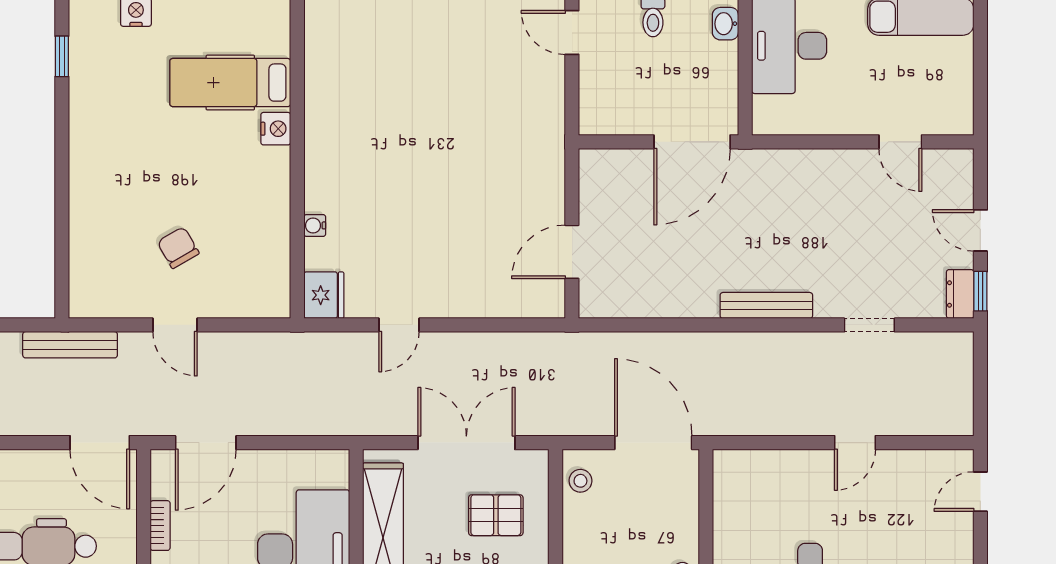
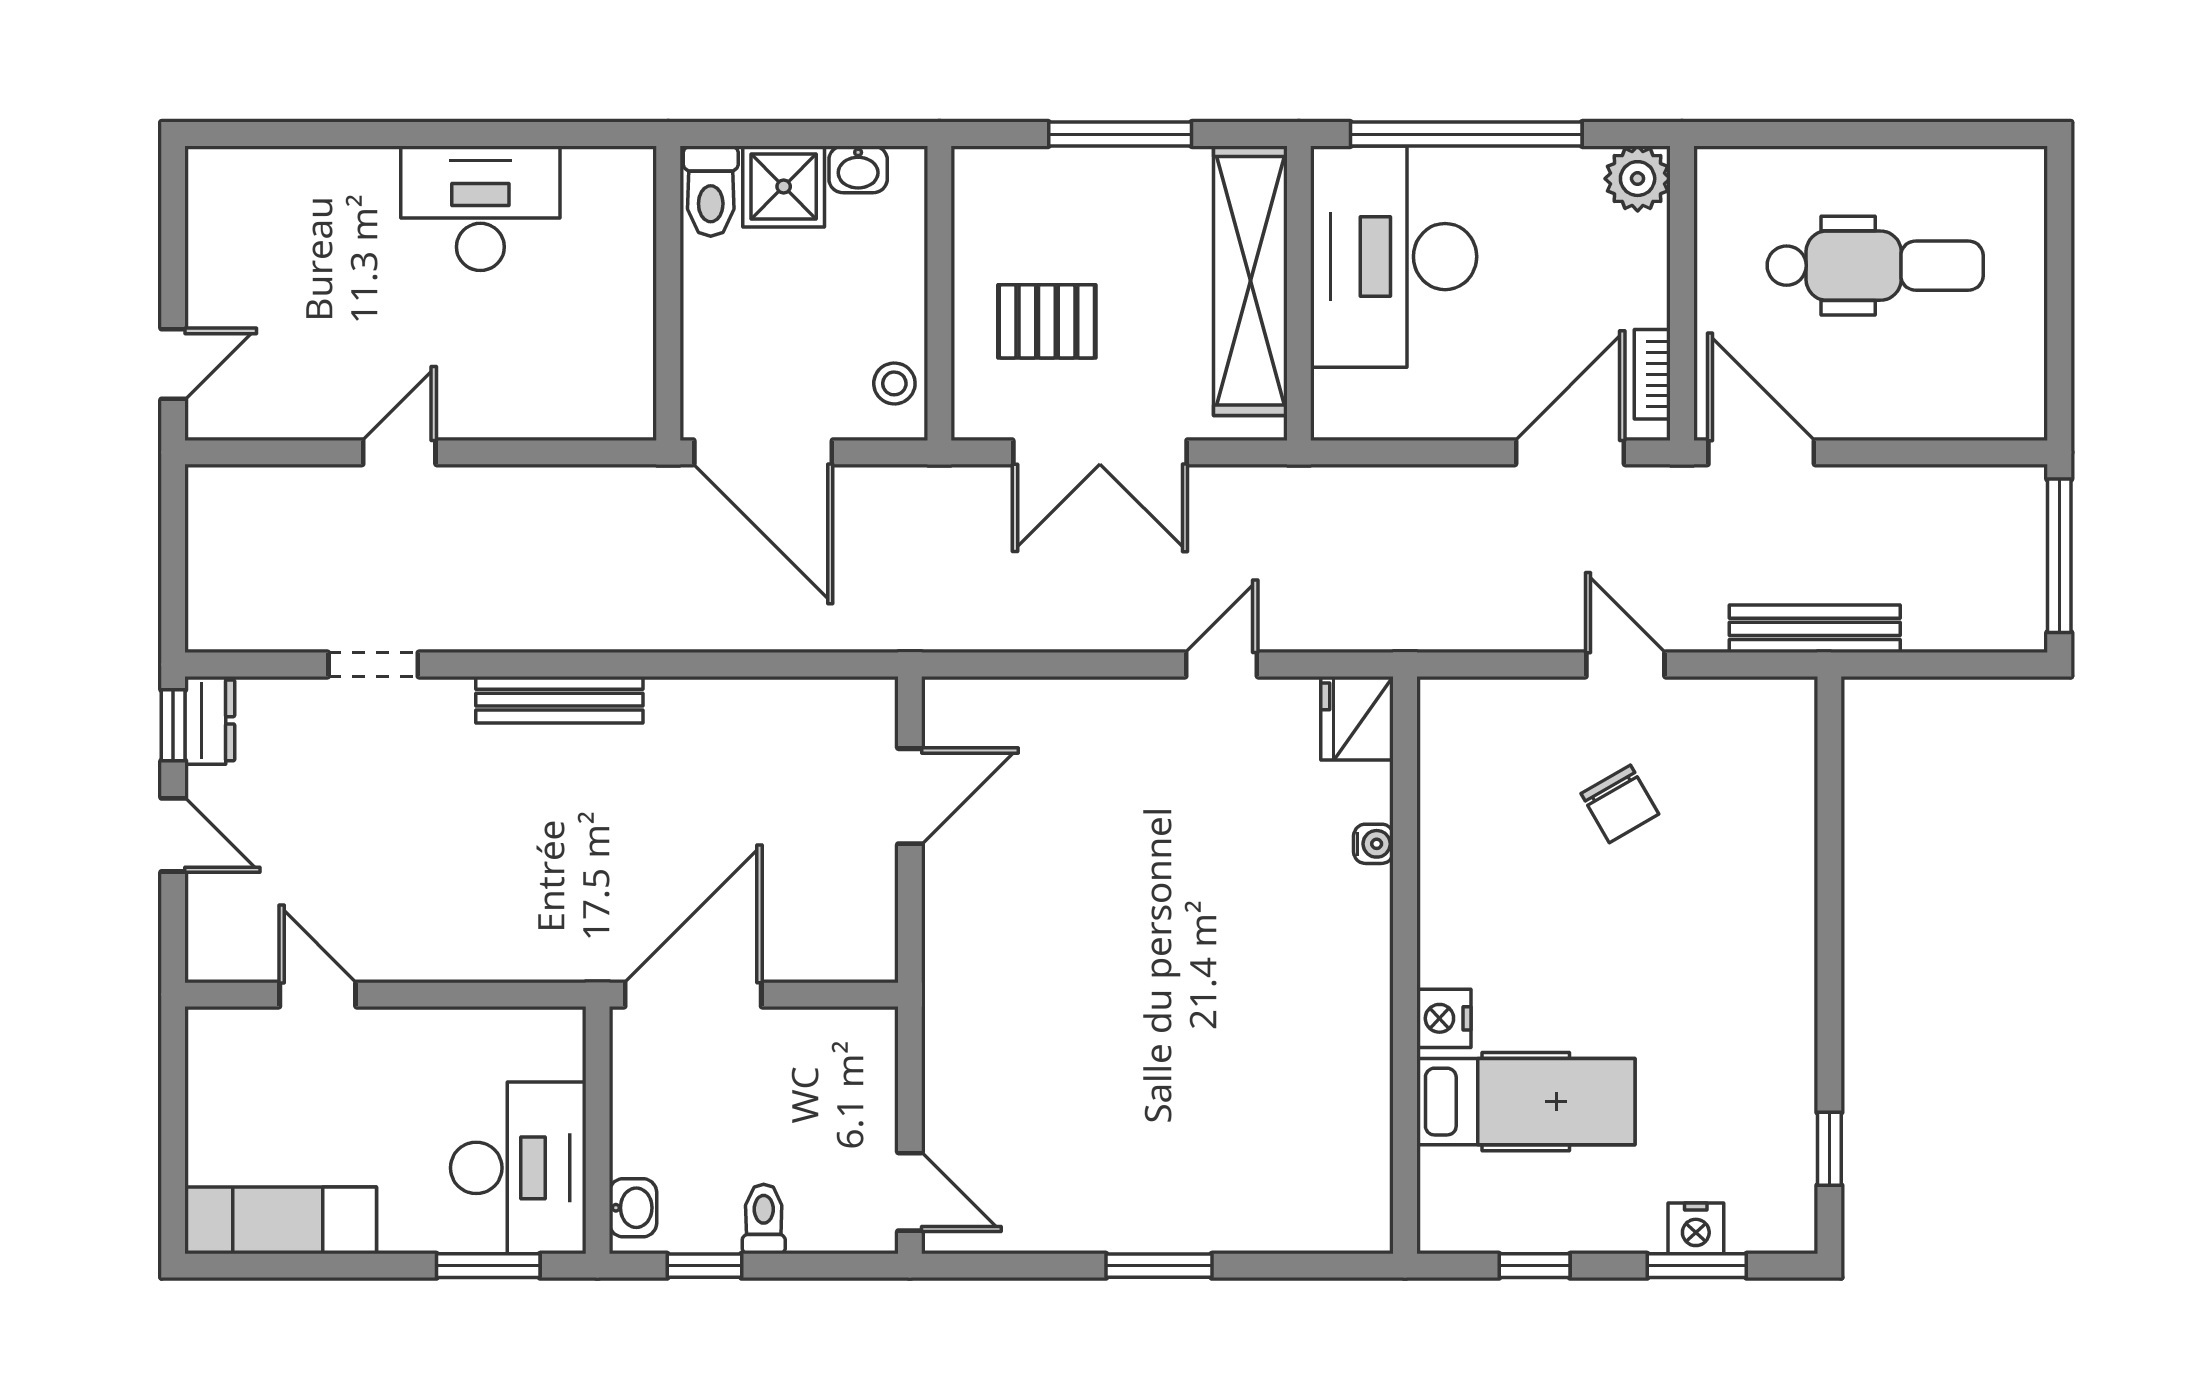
bookcase: (160, 526) -> (1652, 374), moved

